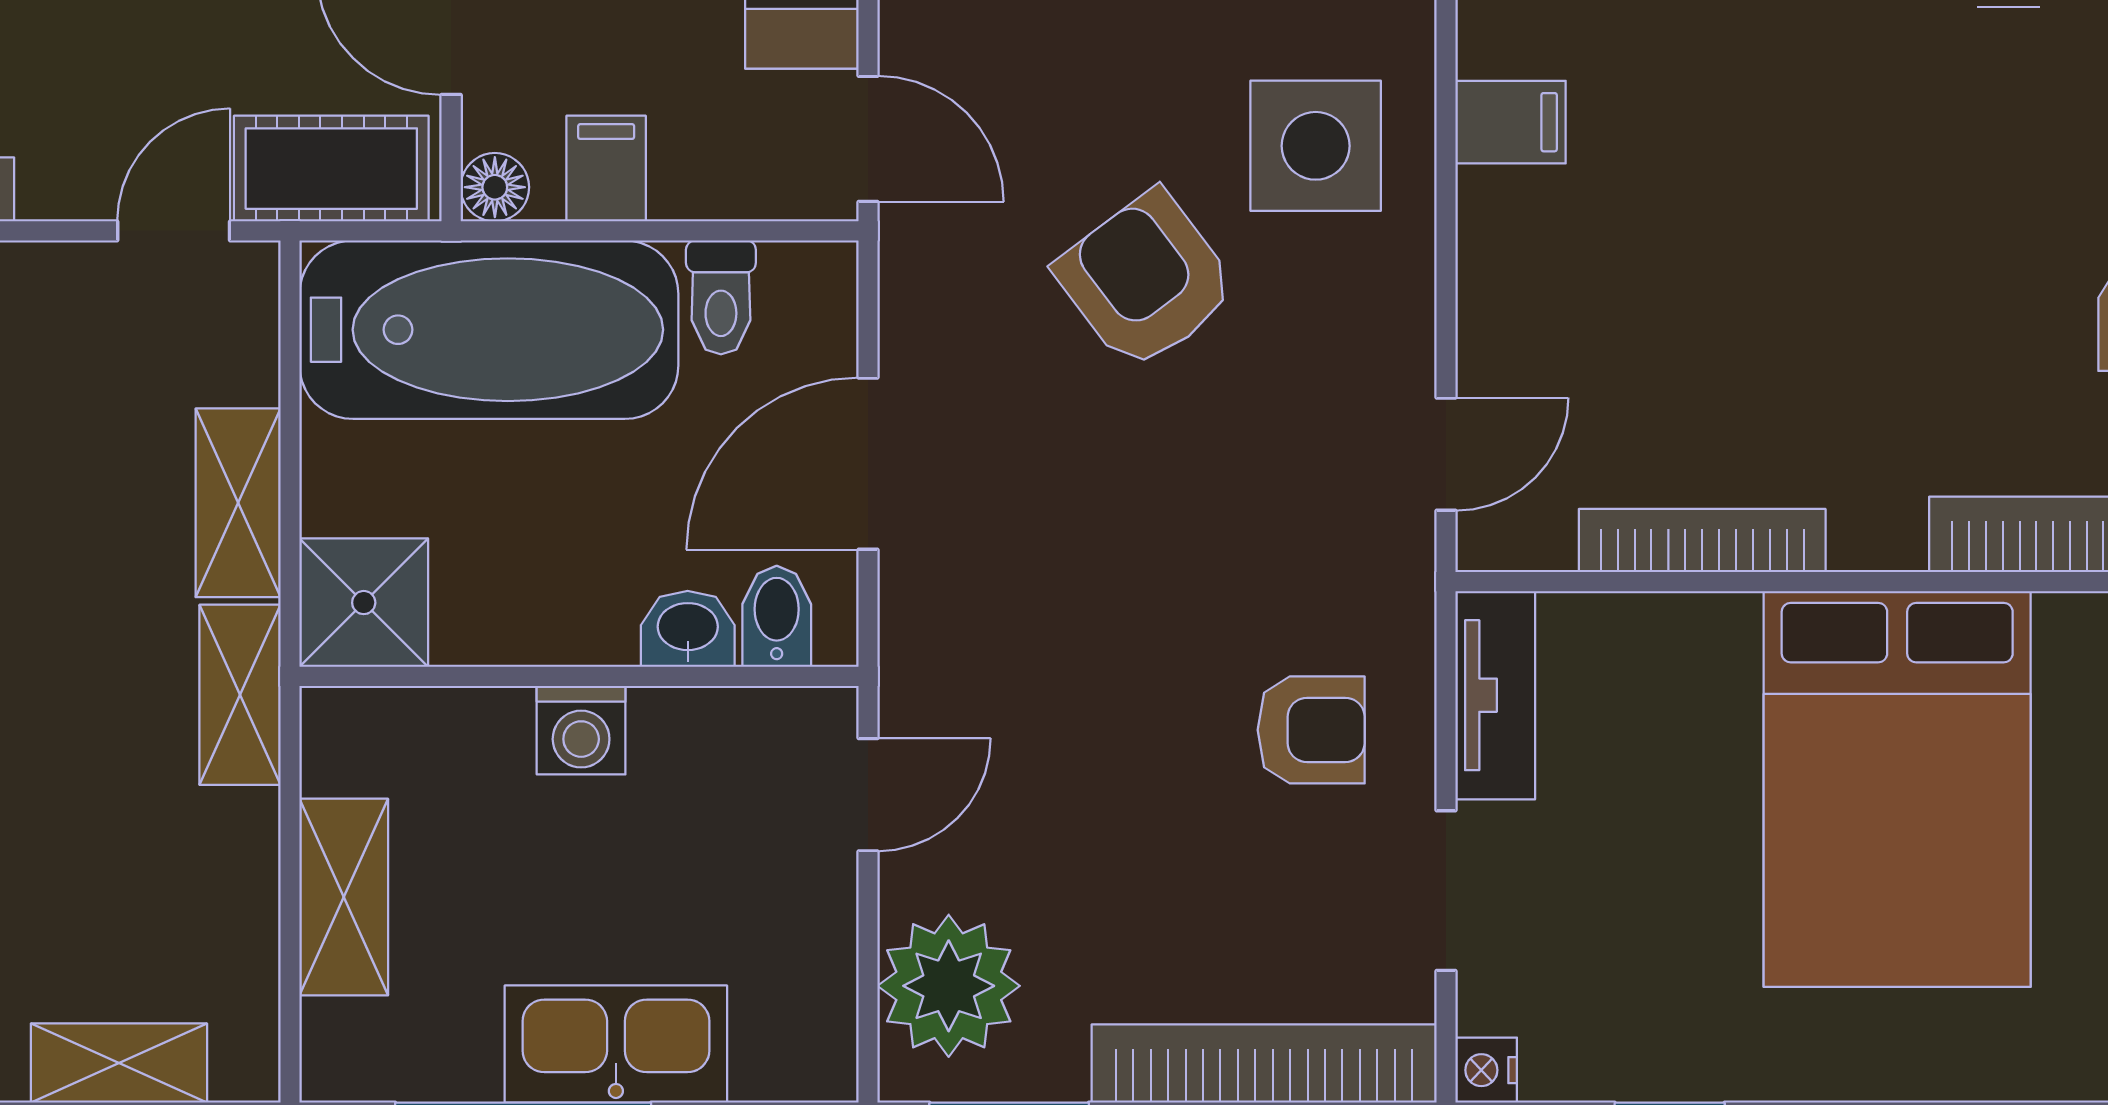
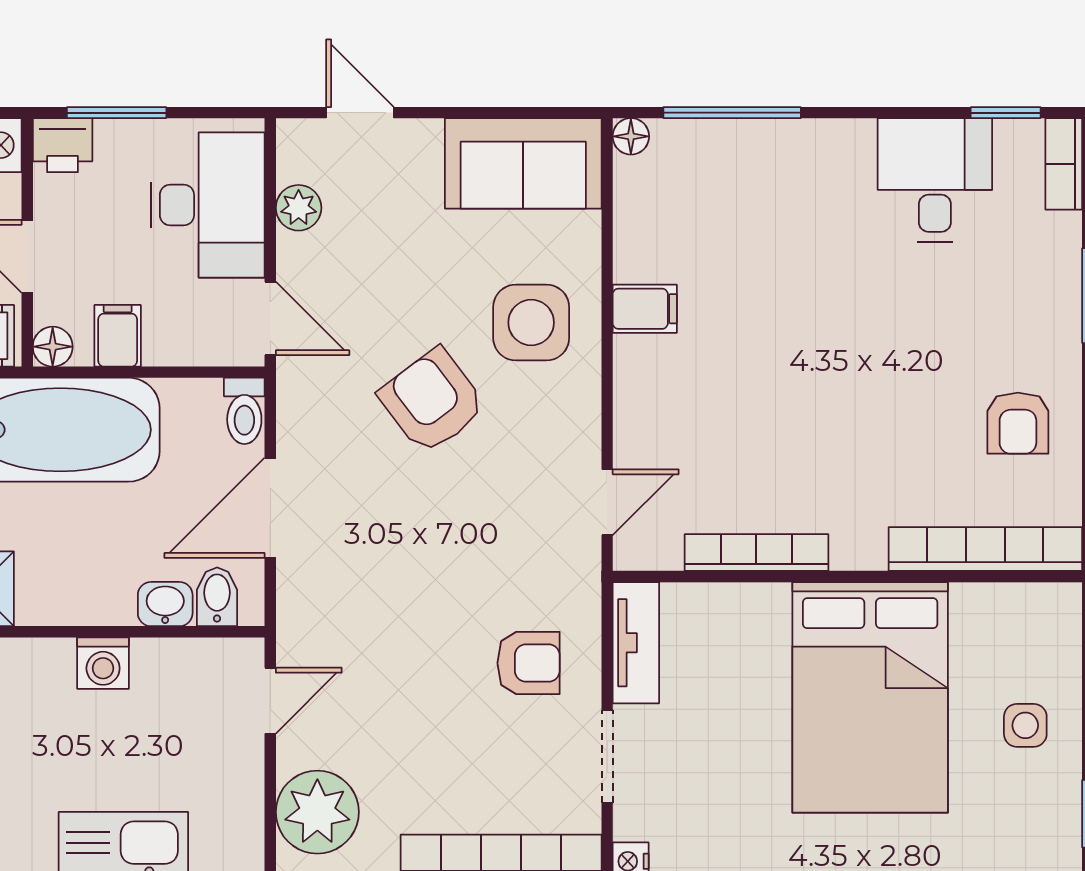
toilet: (721, 297) -> (244, 411), moved

